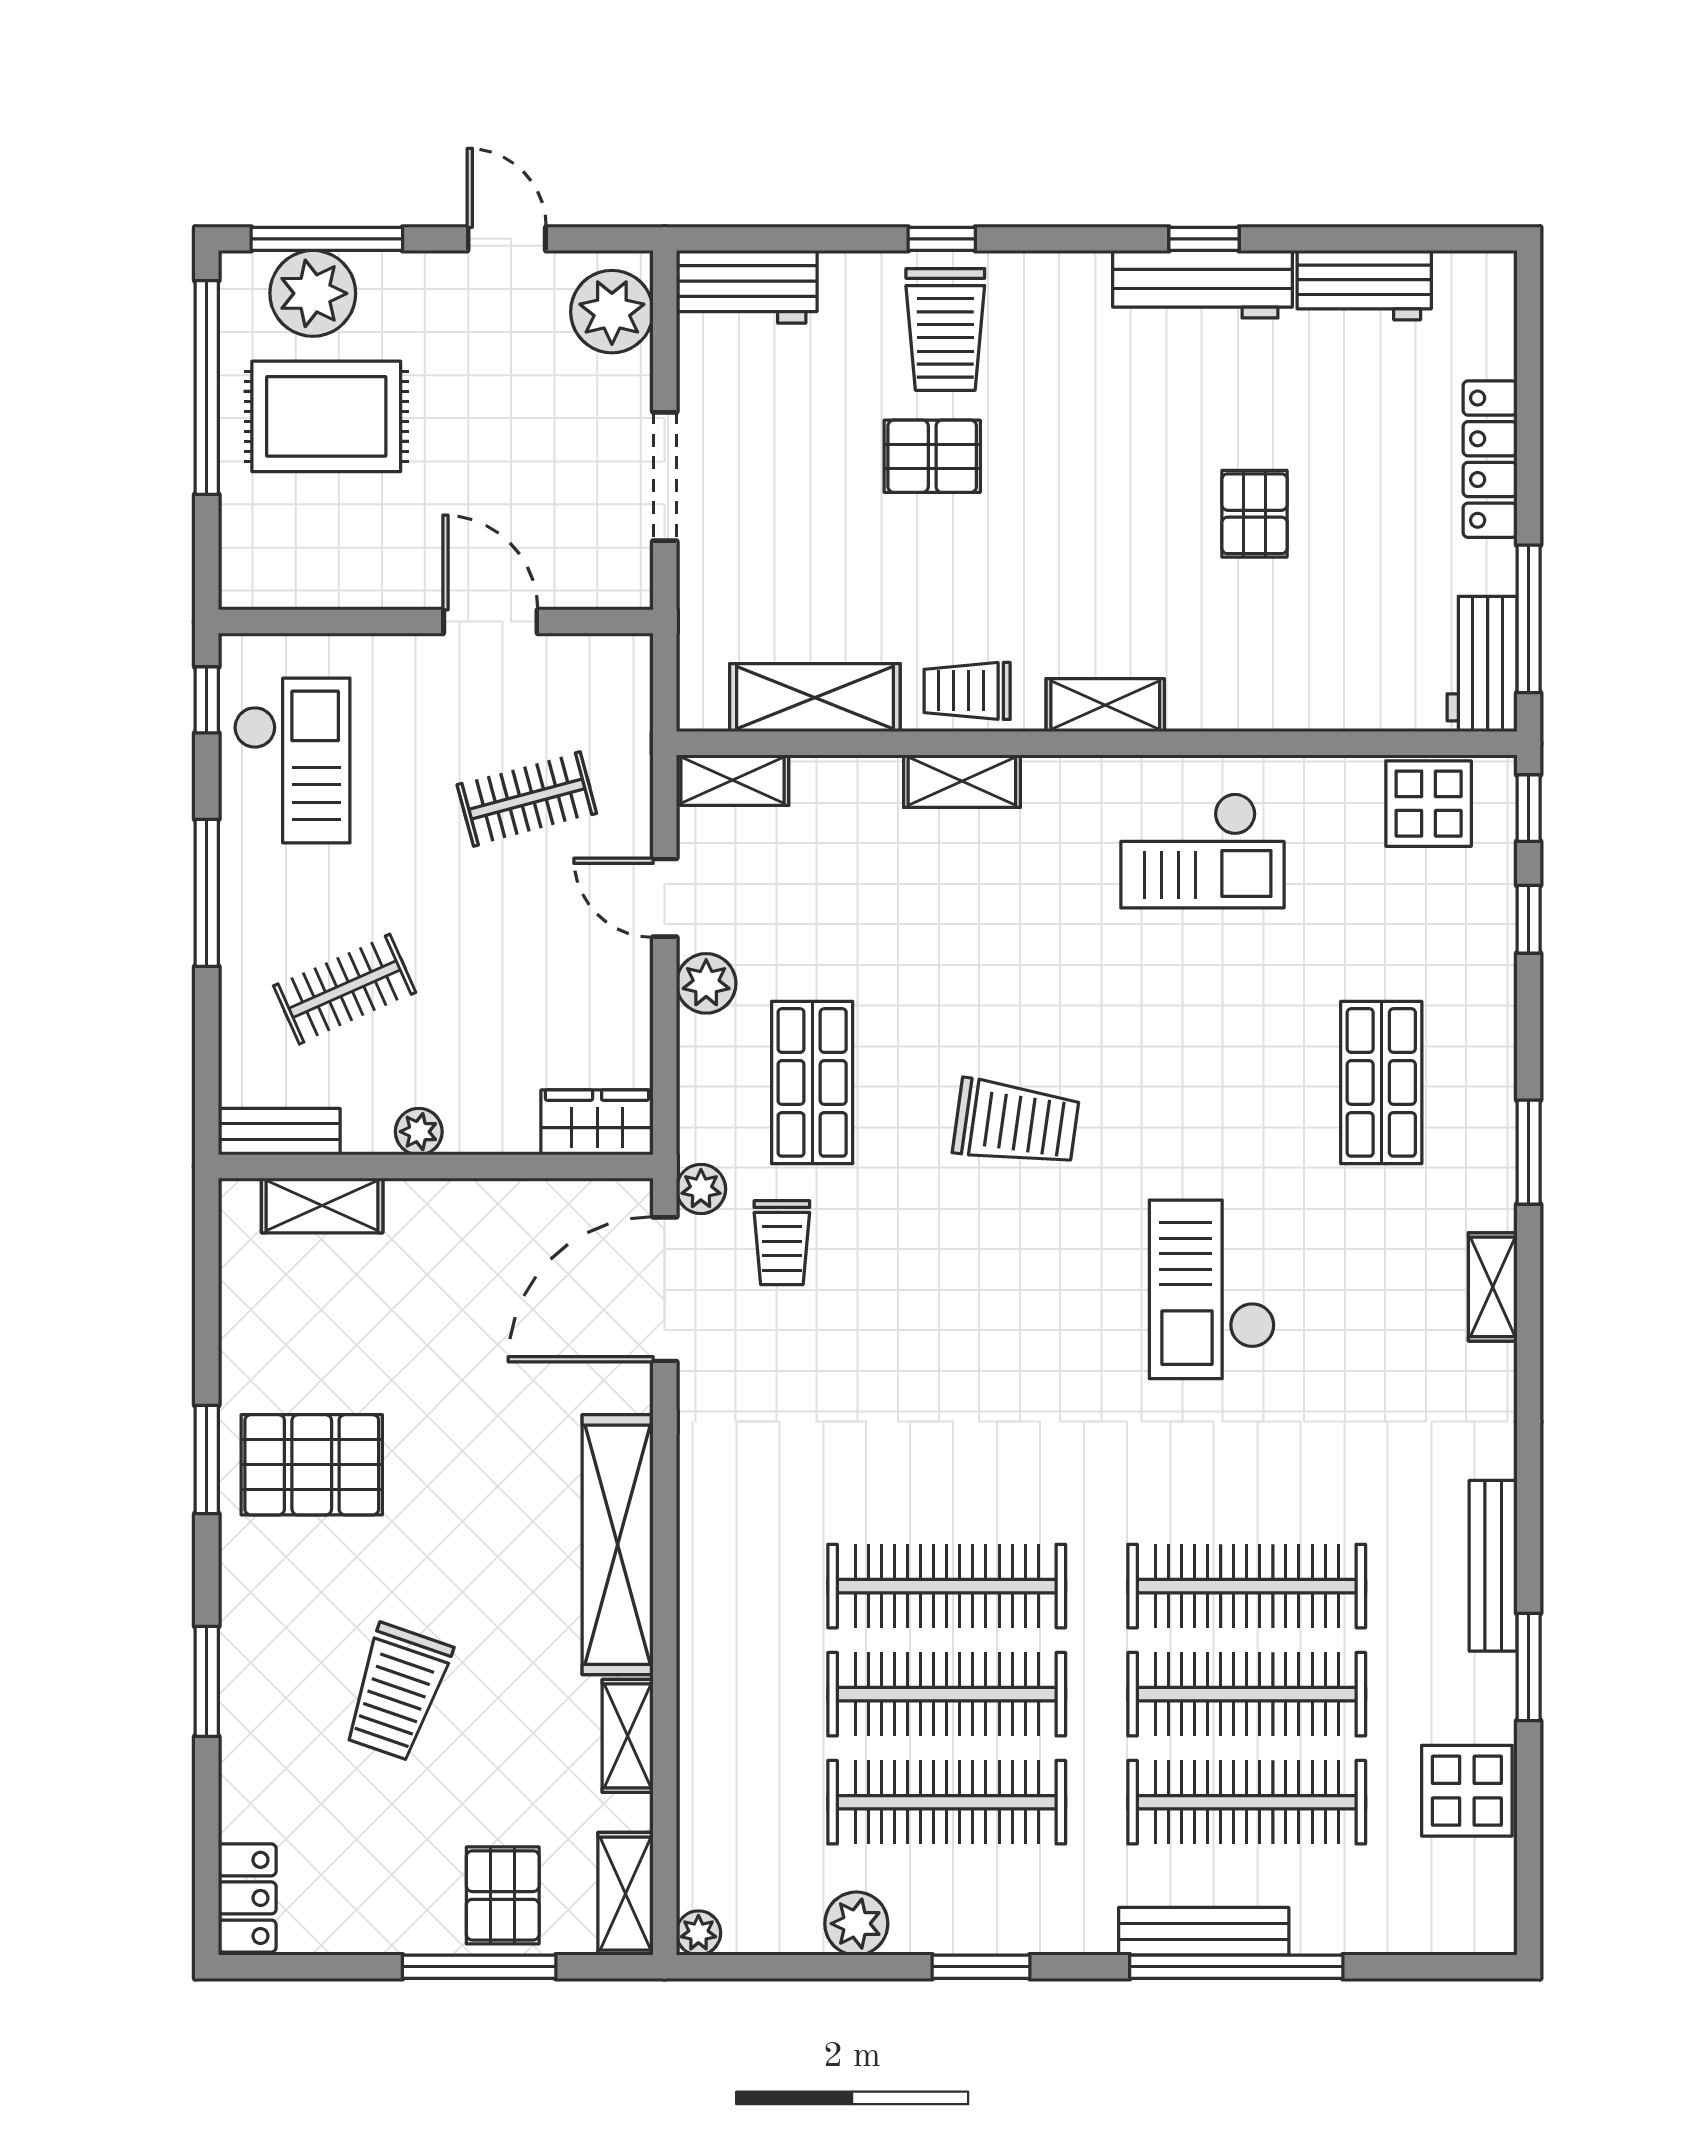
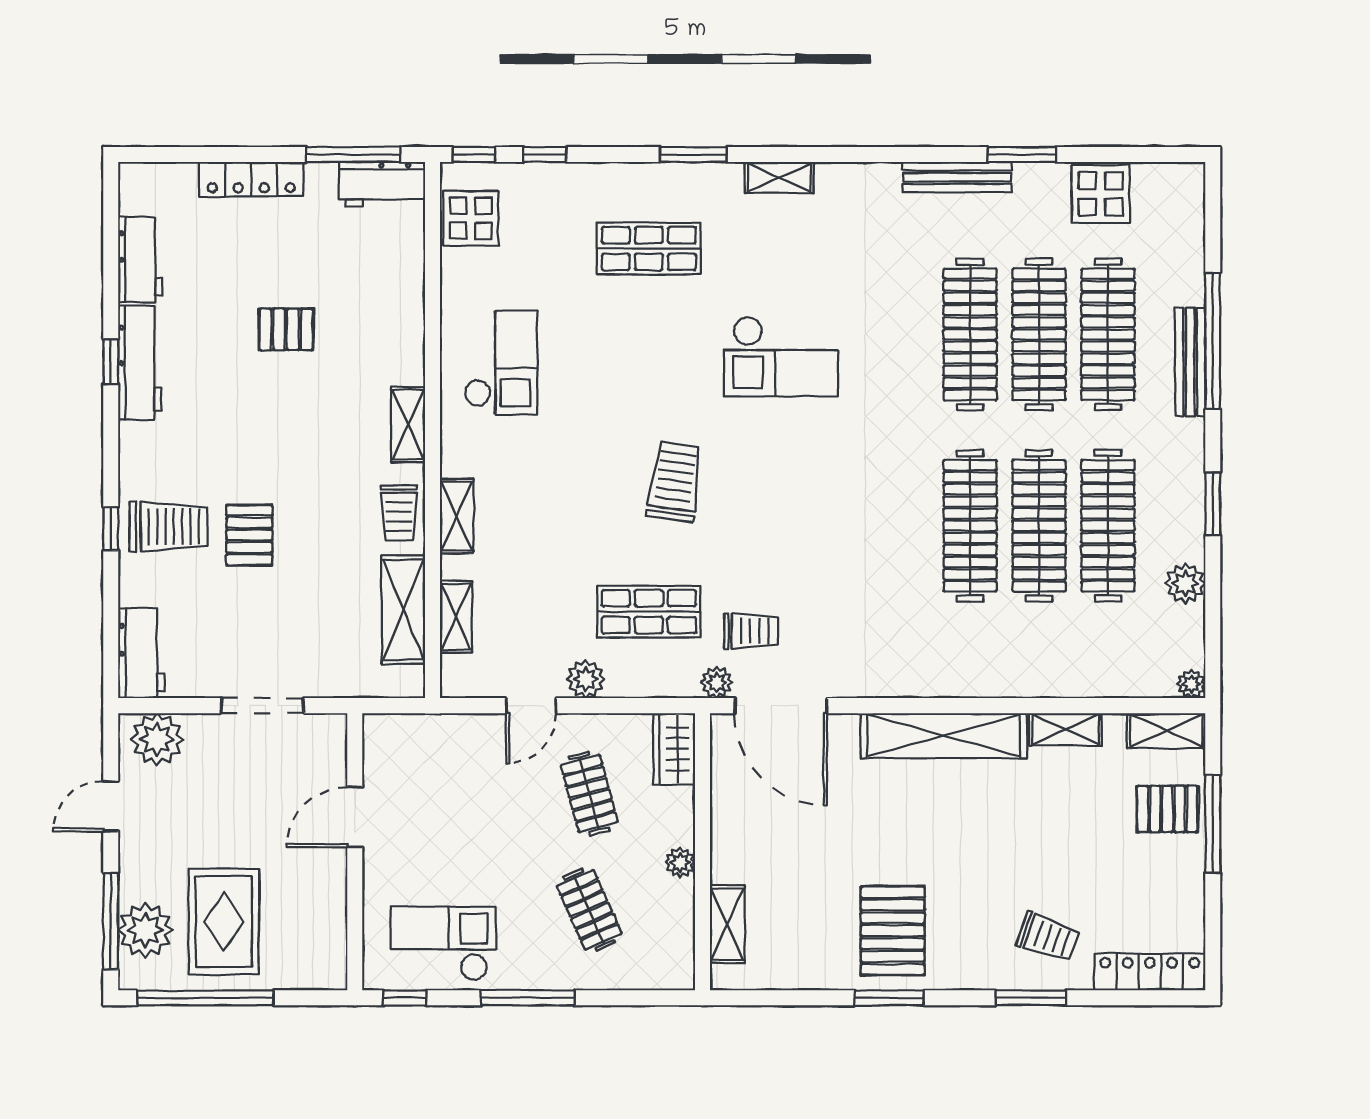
shelving: (733, 780) -> (456, 617), moved
clothes rail: (527, 799) -> (589, 794), moved
bench: (279, 1132) -> (680, 952), removed
trolley: (397, 1692) -> (1048, 937), moved, width x0.73, depth x0.72
locker: (247, 1898) -> (1150, 972), width x1.53

